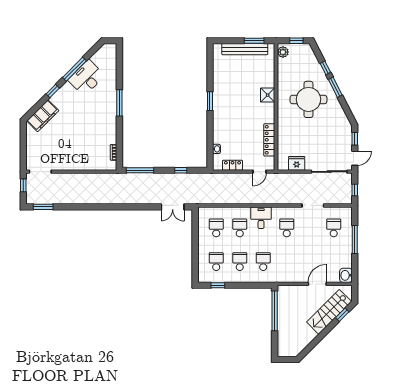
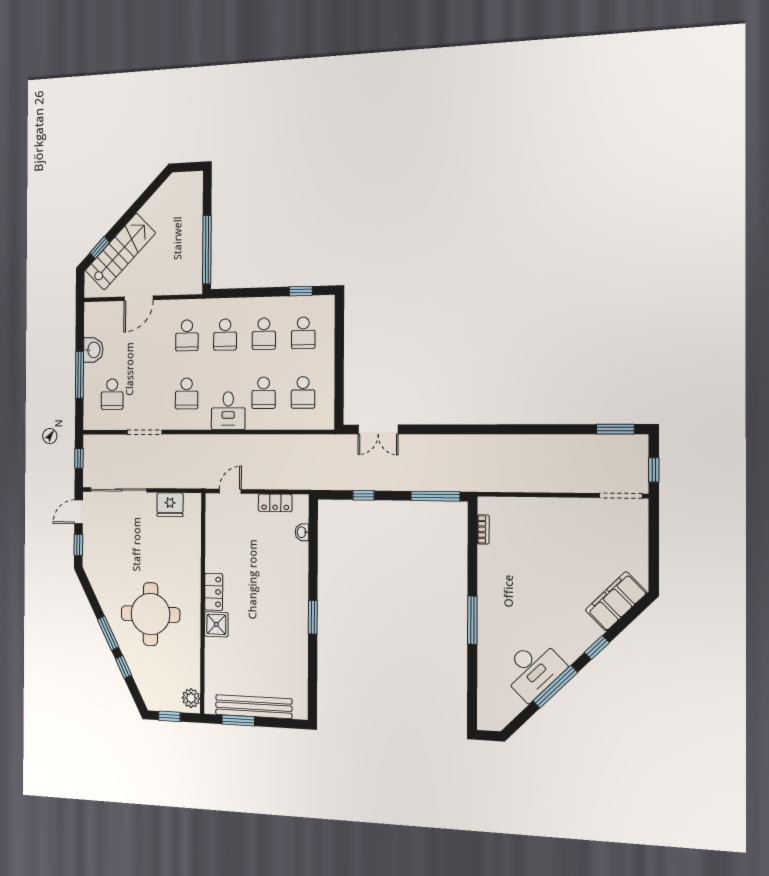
locker: (269, 140) -> (214, 592), moved, width x0.66
double door: (173, 207) -> (378, 429), swing flipped
school desk: (287, 262) -> (187, 335), added
washbasin: (346, 275) -> (93, 350), moved

